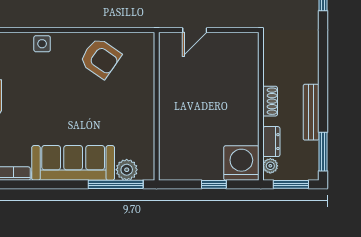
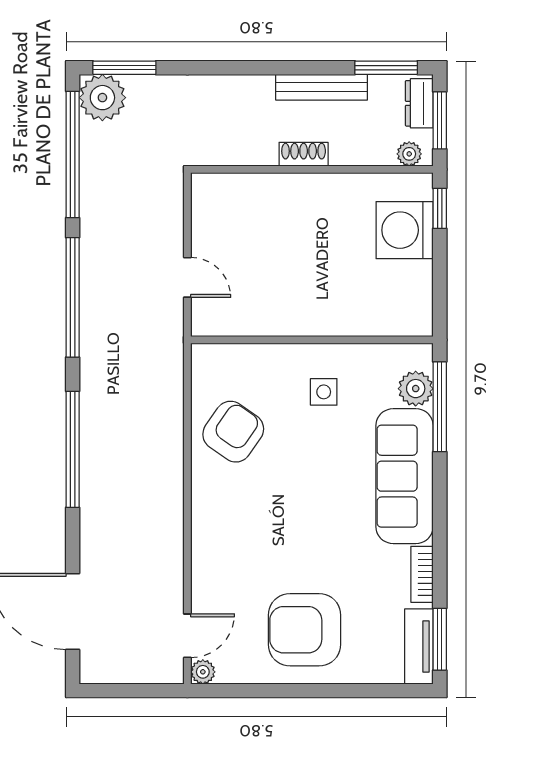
side table: (42, 44) -> (324, 392), moved
dresser: (271, 142) -> (419, 103), moved, turned -90
washing machine: (241, 163) -> (405, 230), moved
window: (214, 184) -> (440, 208), moved

